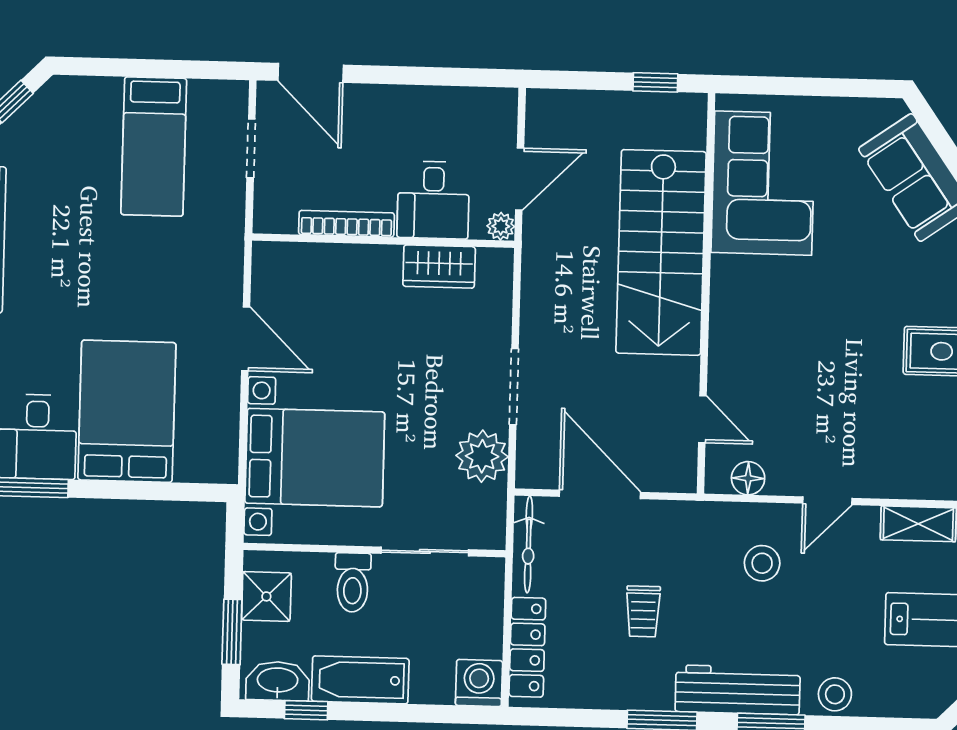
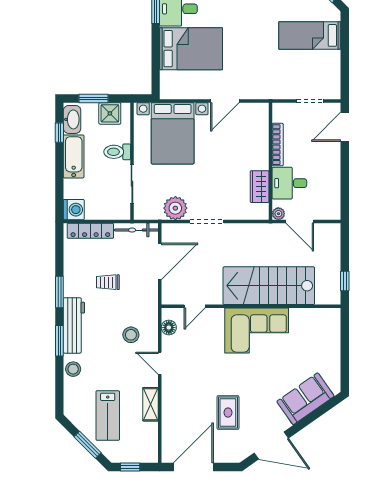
bed: (154, 147) -> (310, 35), moved
corner sofa: (763, 183) -> (257, 331), moved

